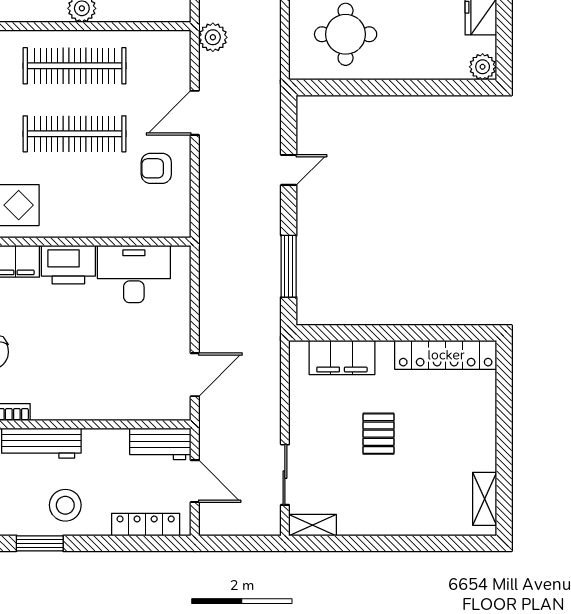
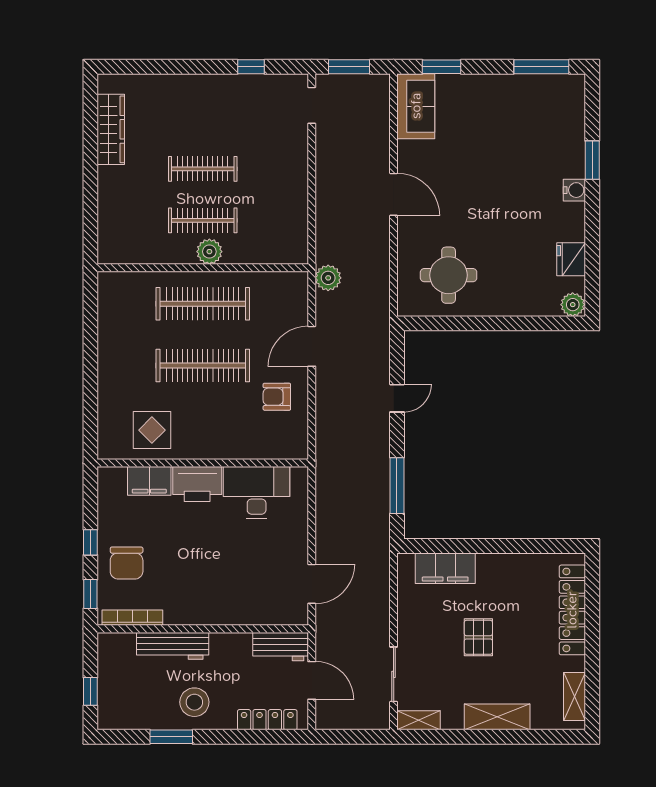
locker: (446, 355) -> (572, 610), moved, turned 90
shelving: (399, 521) -> (497, 717), added

